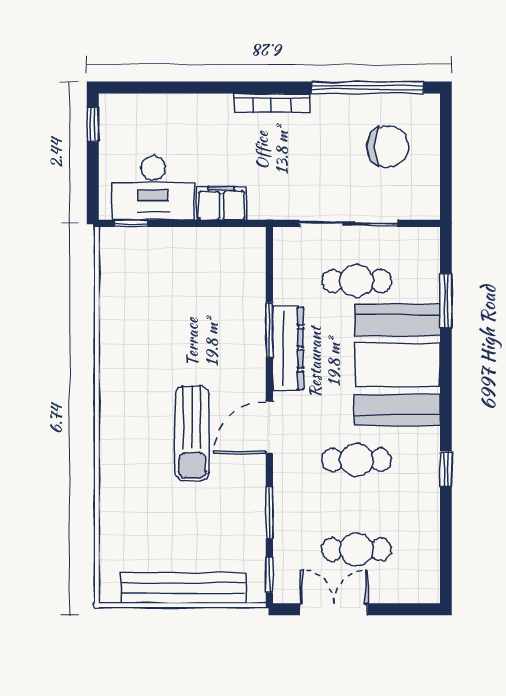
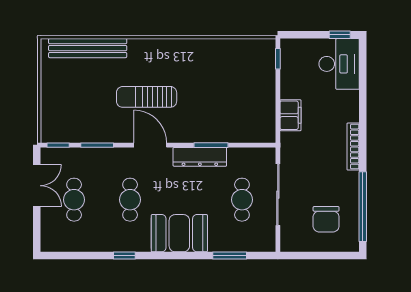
desk: (153, 188) -> (339, 64), moved, turned 180
booth: (397, 365) -> (179, 233), width x0.73, depth x0.70
bench: (184, 588) -> (88, 48), moved, turned 90

